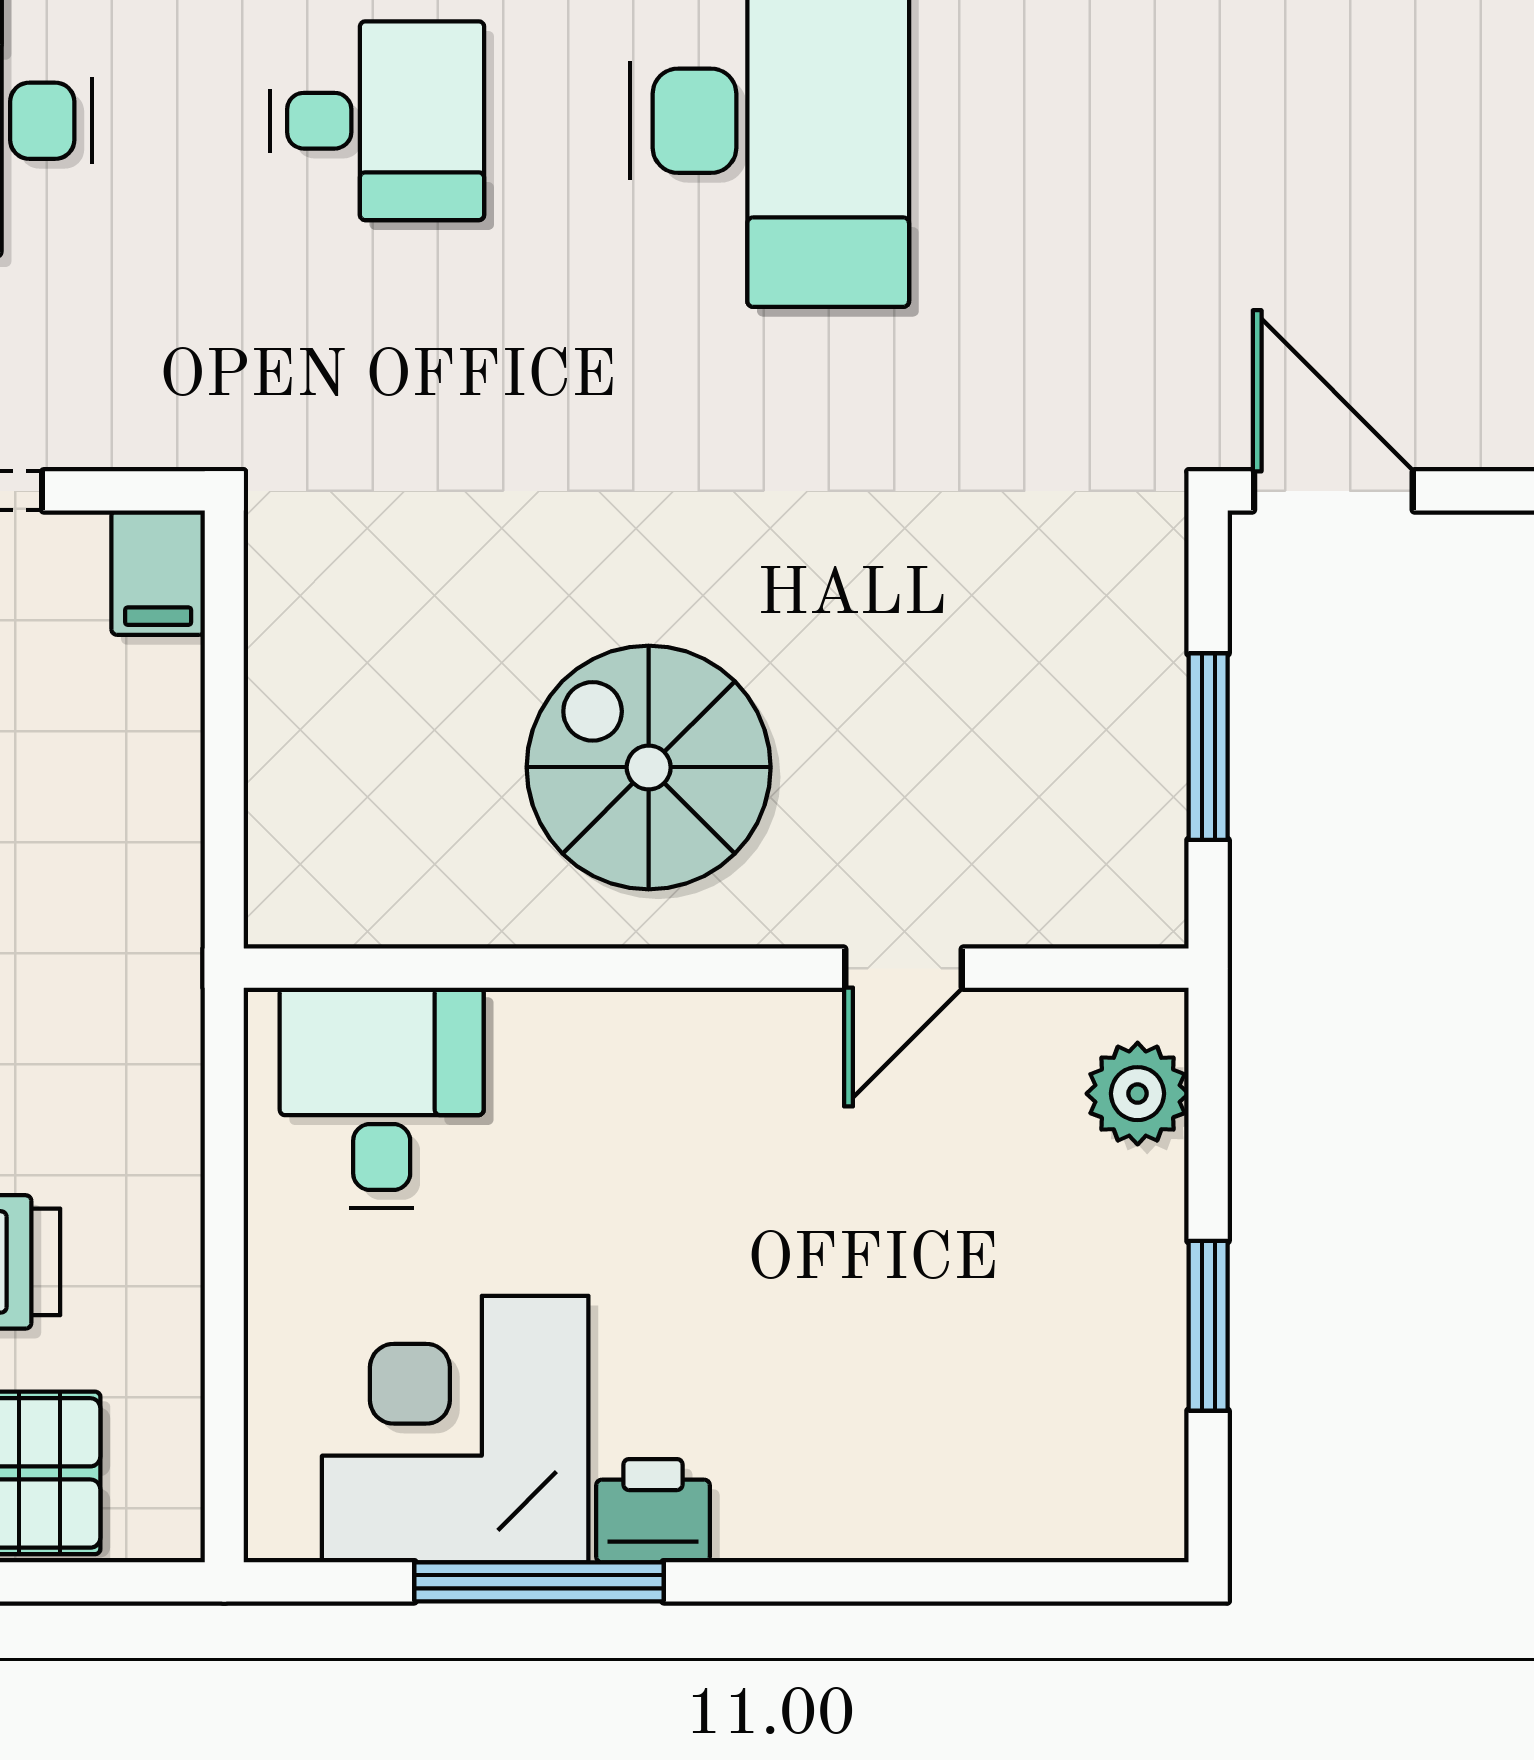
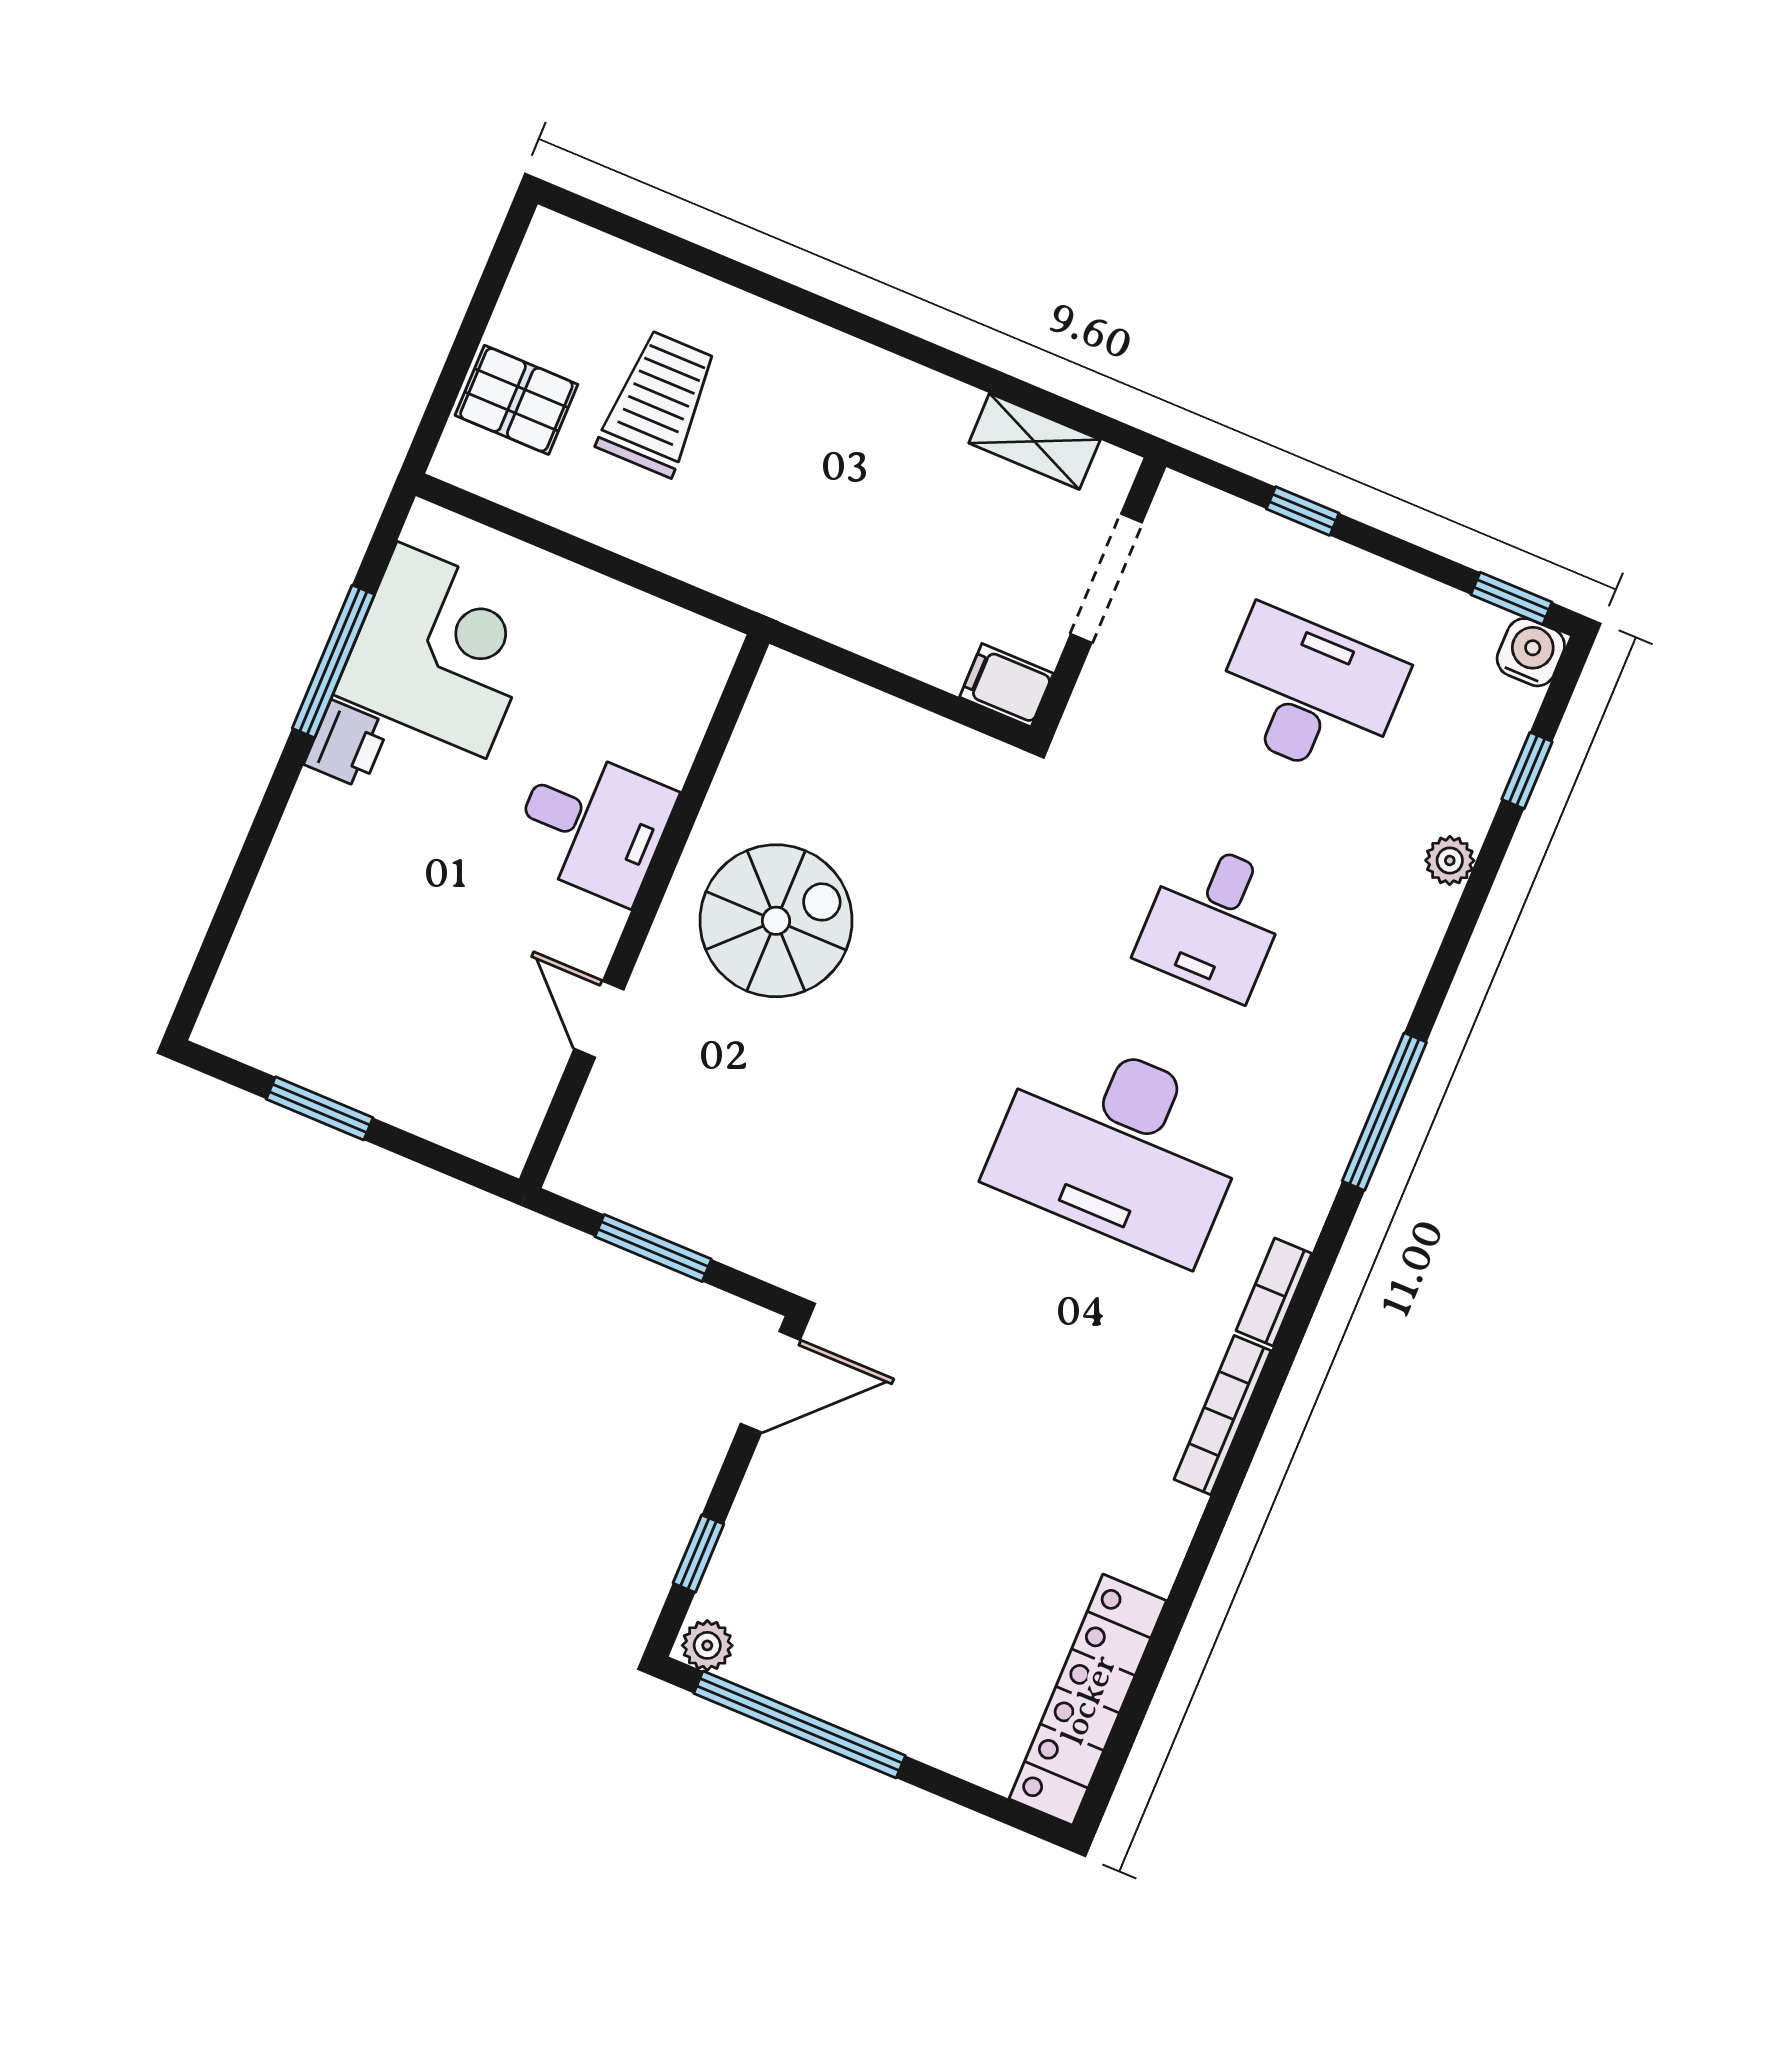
plant: (1138, 1094) -> (470, 1124), removed
desk: (382, 1098) -> (593, 825), moved

